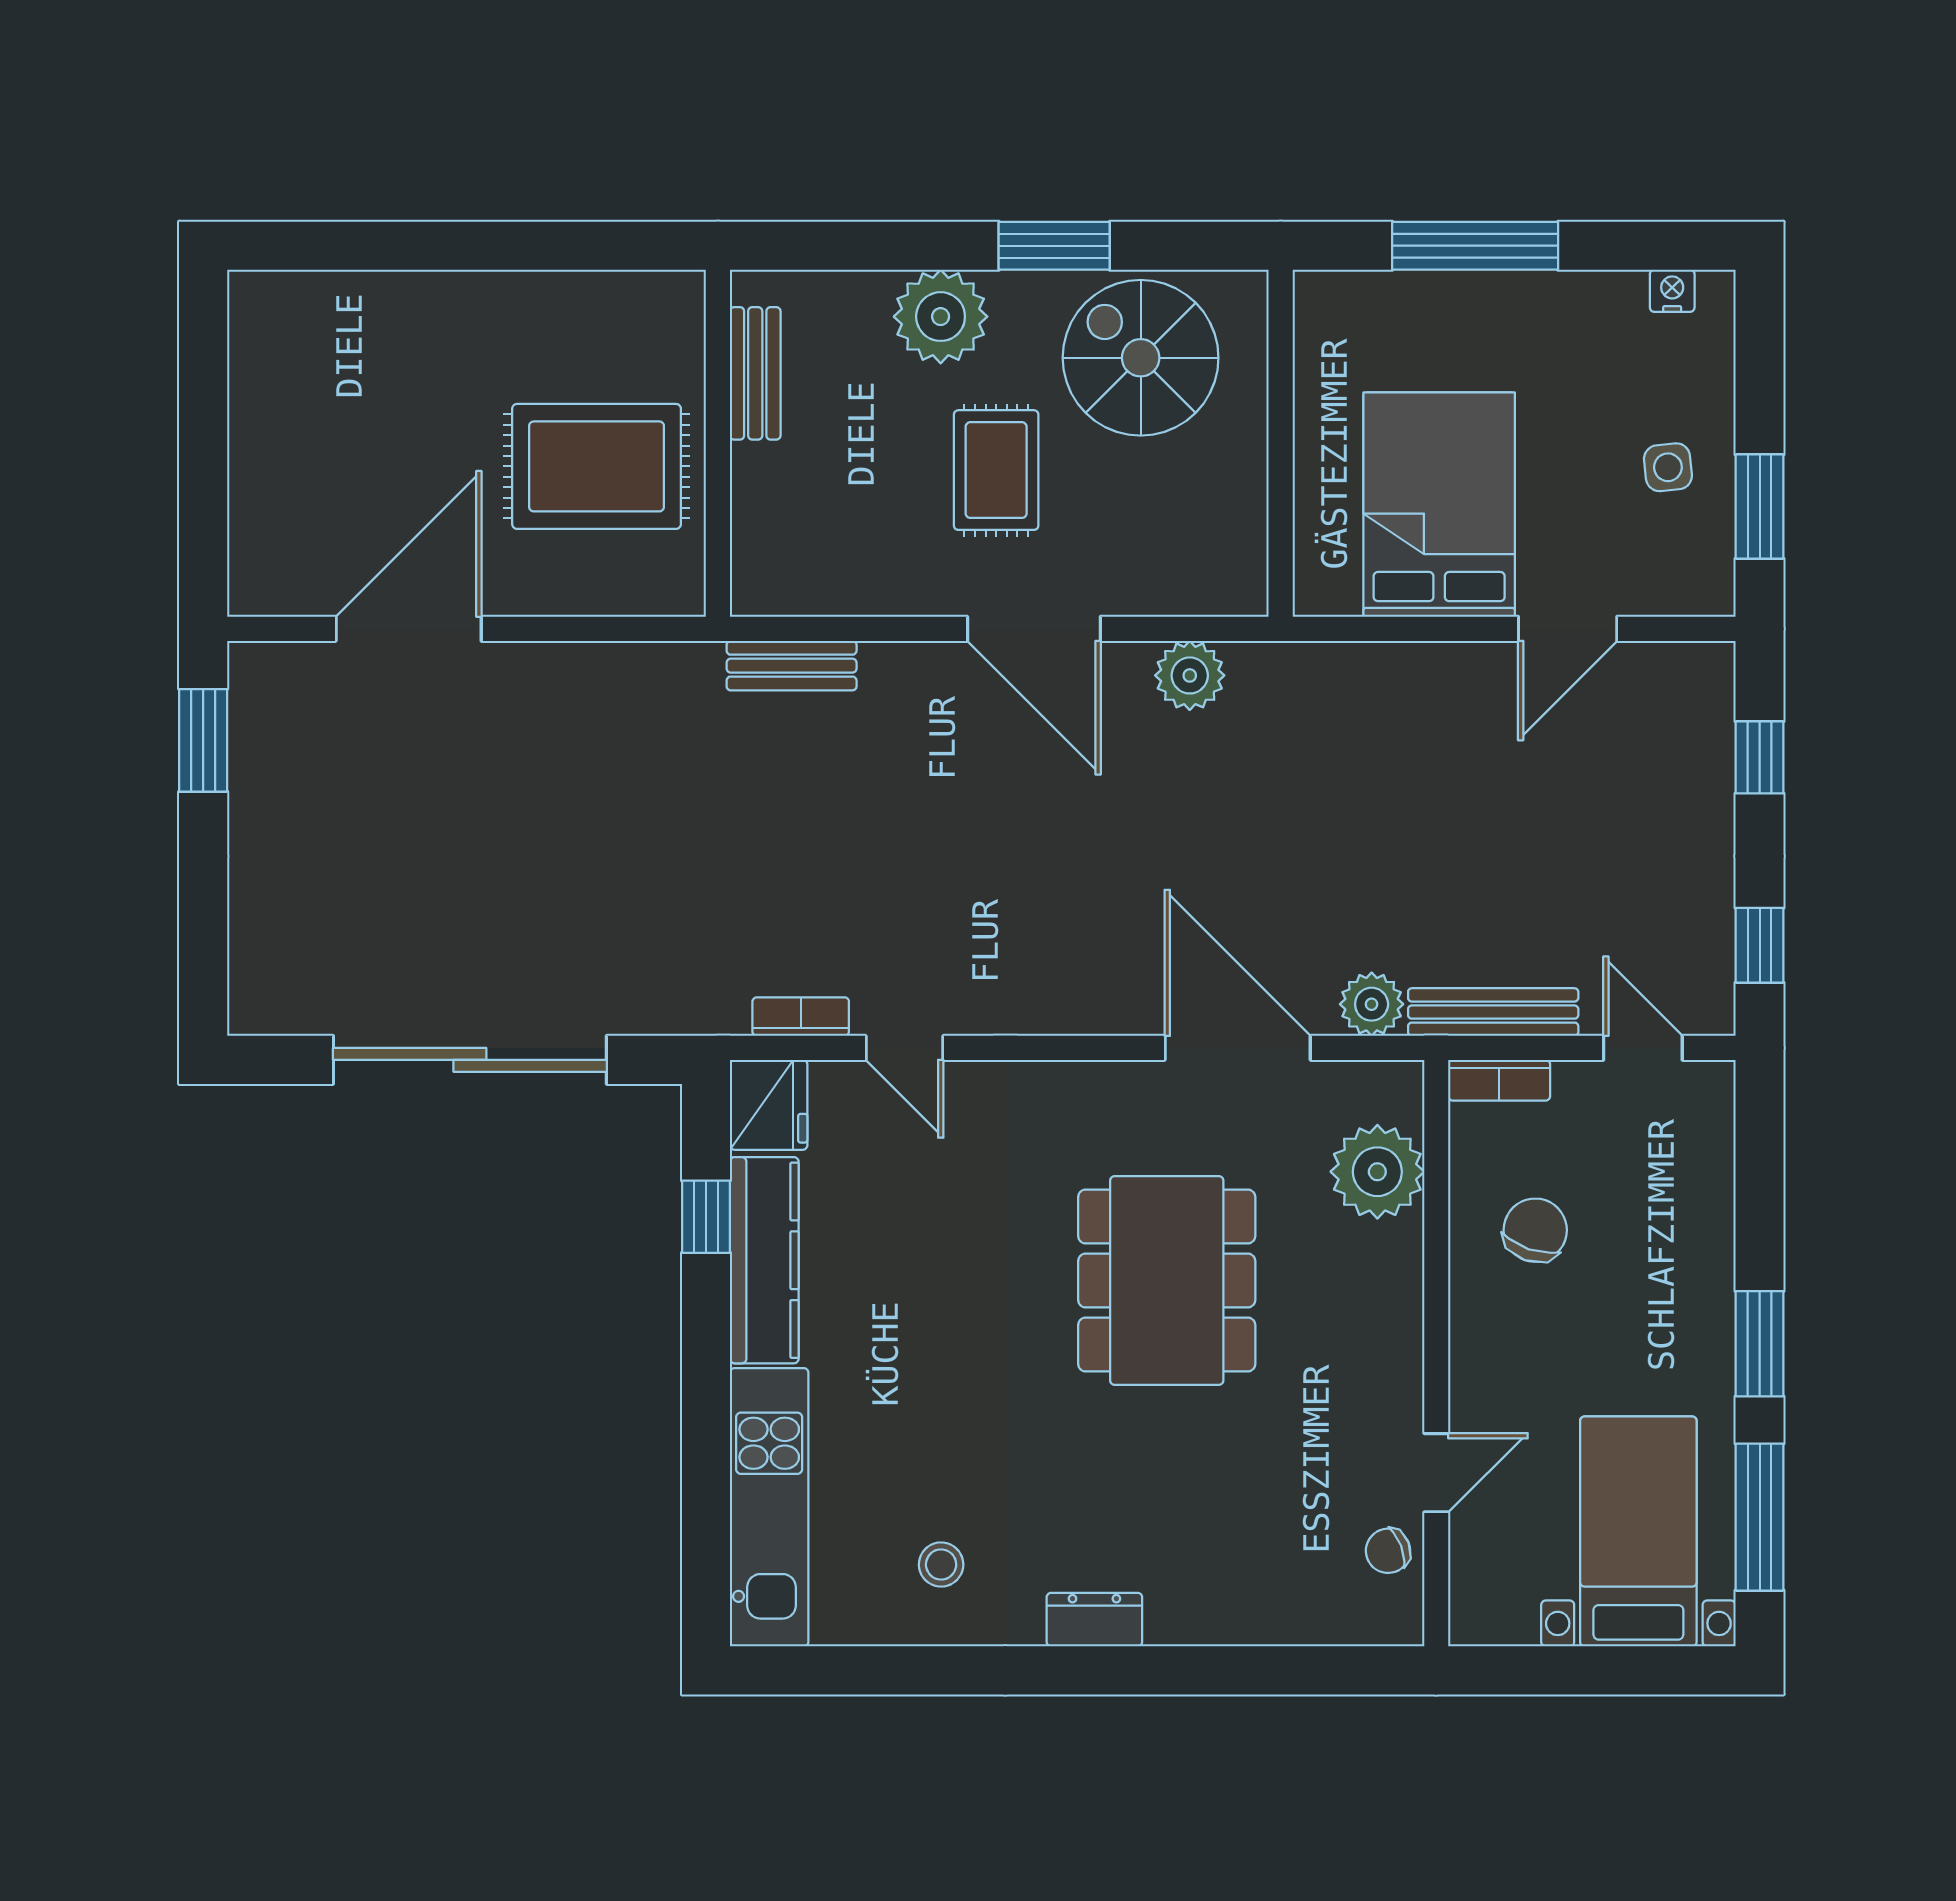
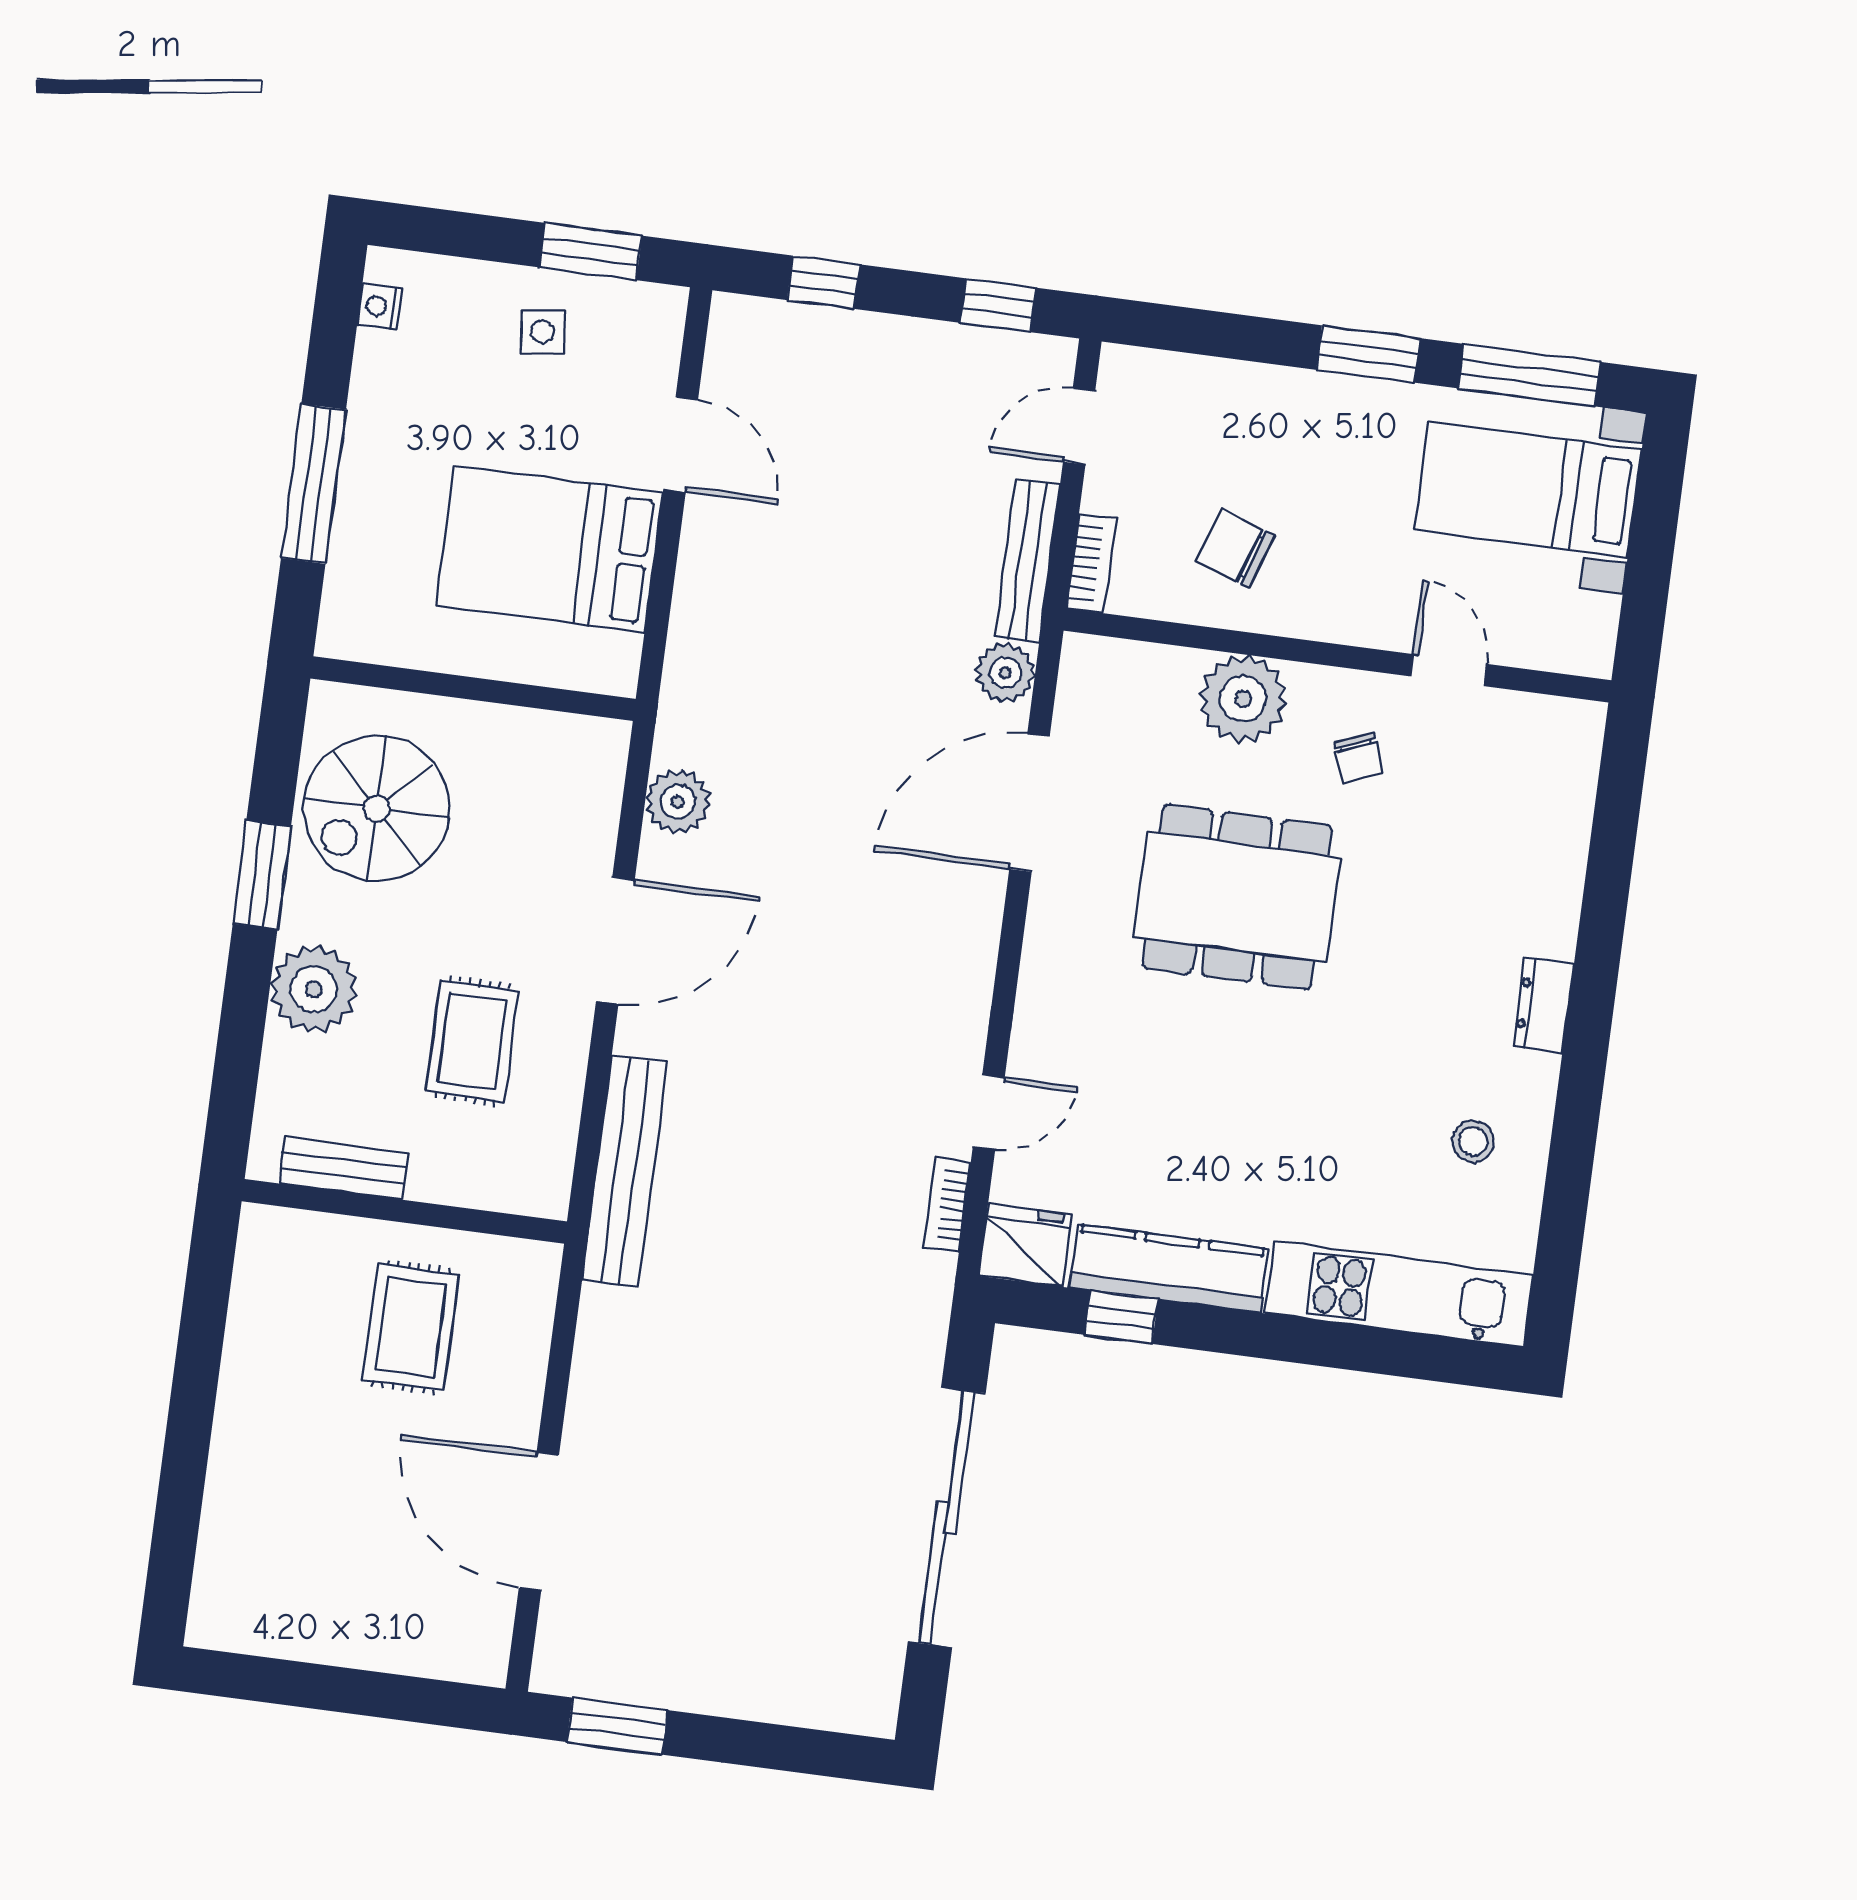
rug: (597, 466) -> (411, 1327), width x0.73, depth x0.70
rug: (996, 470) -> (472, 1041), moved, turned 90
bench: (792, 666) -> (625, 1171), width x1.86, depth x1.21
plant: (1377, 1172) -> (1243, 699), moved
chair: (1388, 1551) -> (1359, 758), moved

